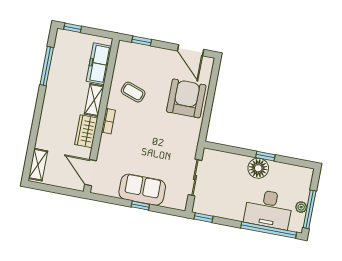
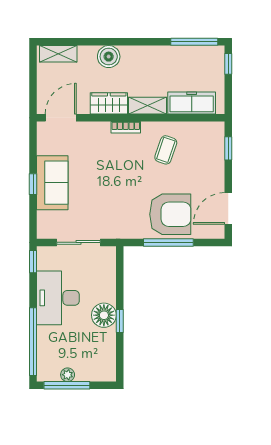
window: (47, 66) -> (194, 42), moved
window: (209, 104) -> (168, 242), added
boiler: (48, 124) -> (109, 57), added
desk: (268, 209) -> (58, 298), moved

